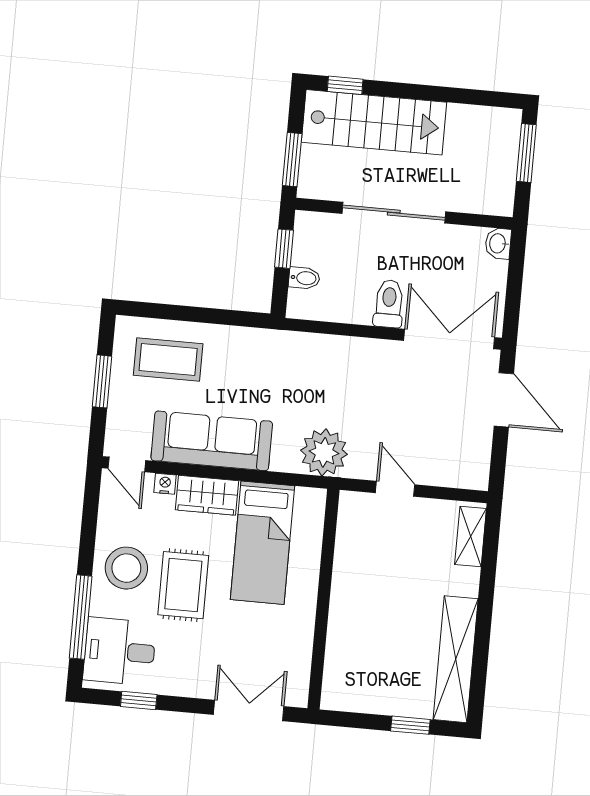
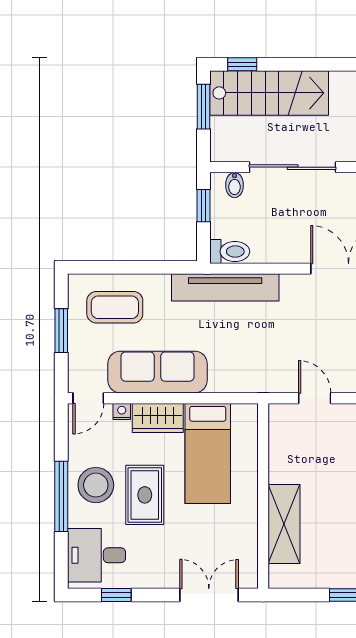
window: (292, 160) -> (203, 107), moved
bidet: (304, 278) -> (235, 185), moved, turned 90
toilet: (389, 304) -> (230, 251), moved, turned 90
tv unit: (301, 348) -> (225, 287), added
plant: (324, 452) -> (252, 373), removed
door: (127, 464) -> (88, 398), hinge flipped
window: (81, 617) -> (61, 496), moved
shelving: (345, 635) -> (284, 524), added

